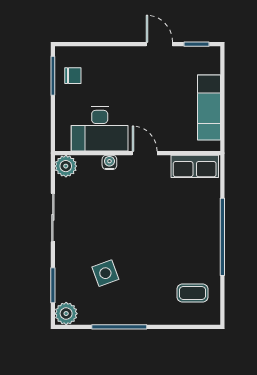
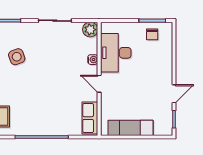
door: (145, 153) -> (99, 84), swing flipped

